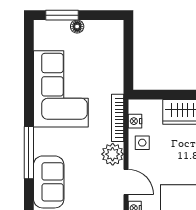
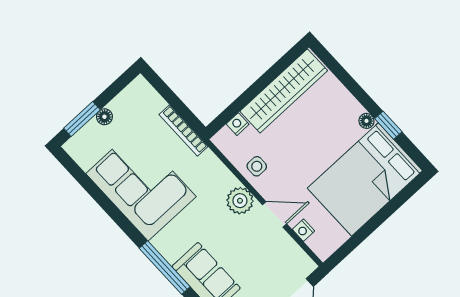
bookcase: (118, 118) -> (184, 131), moved
nightstand: (135, 121) -> (238, 124), moved, turned 90

